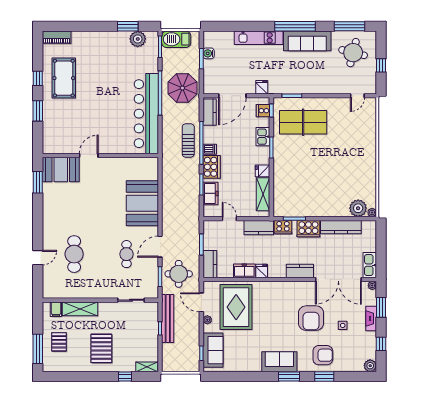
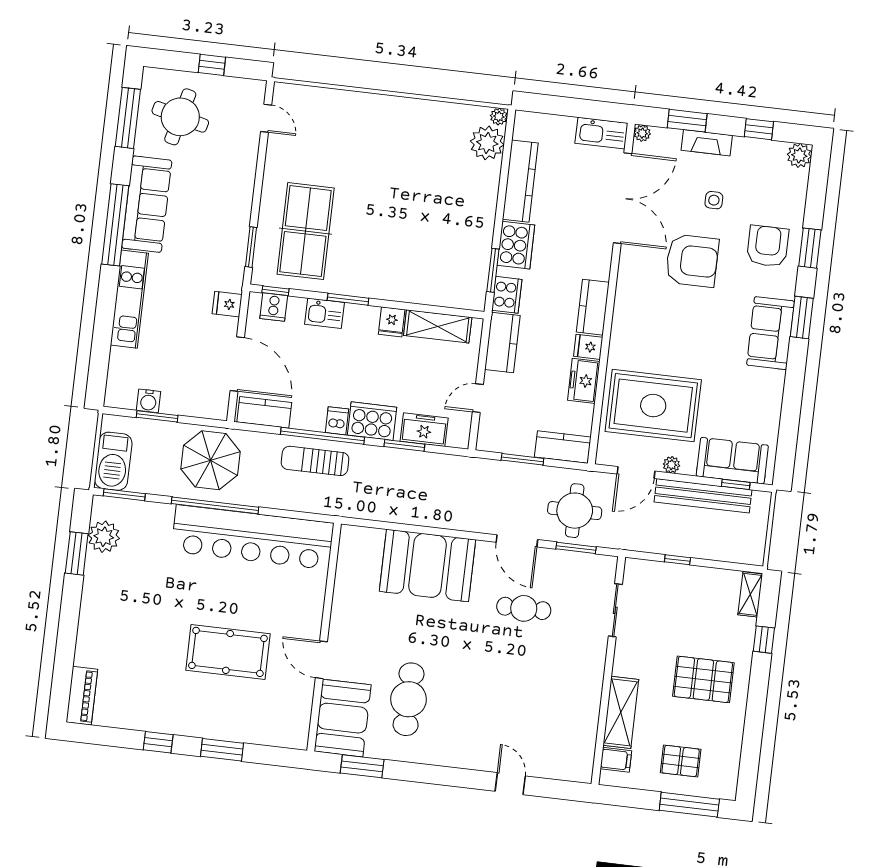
pool table: (64, 78) -> (228, 652), moved
cafe table: (74, 254) -> (409, 699), moved, turned 90
kitchen counter: (300, 271) -> (593, 307), moved
bench: (168, 318) -> (703, 496), moved

